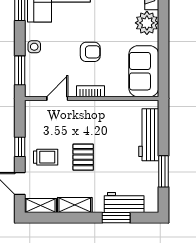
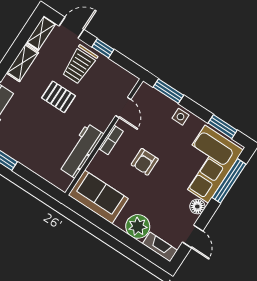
workbench: (149, 135) -> (81, 151), moved, turned -90
trolley: (46, 157) -> (80, 65), width x1.36, depth x1.39

